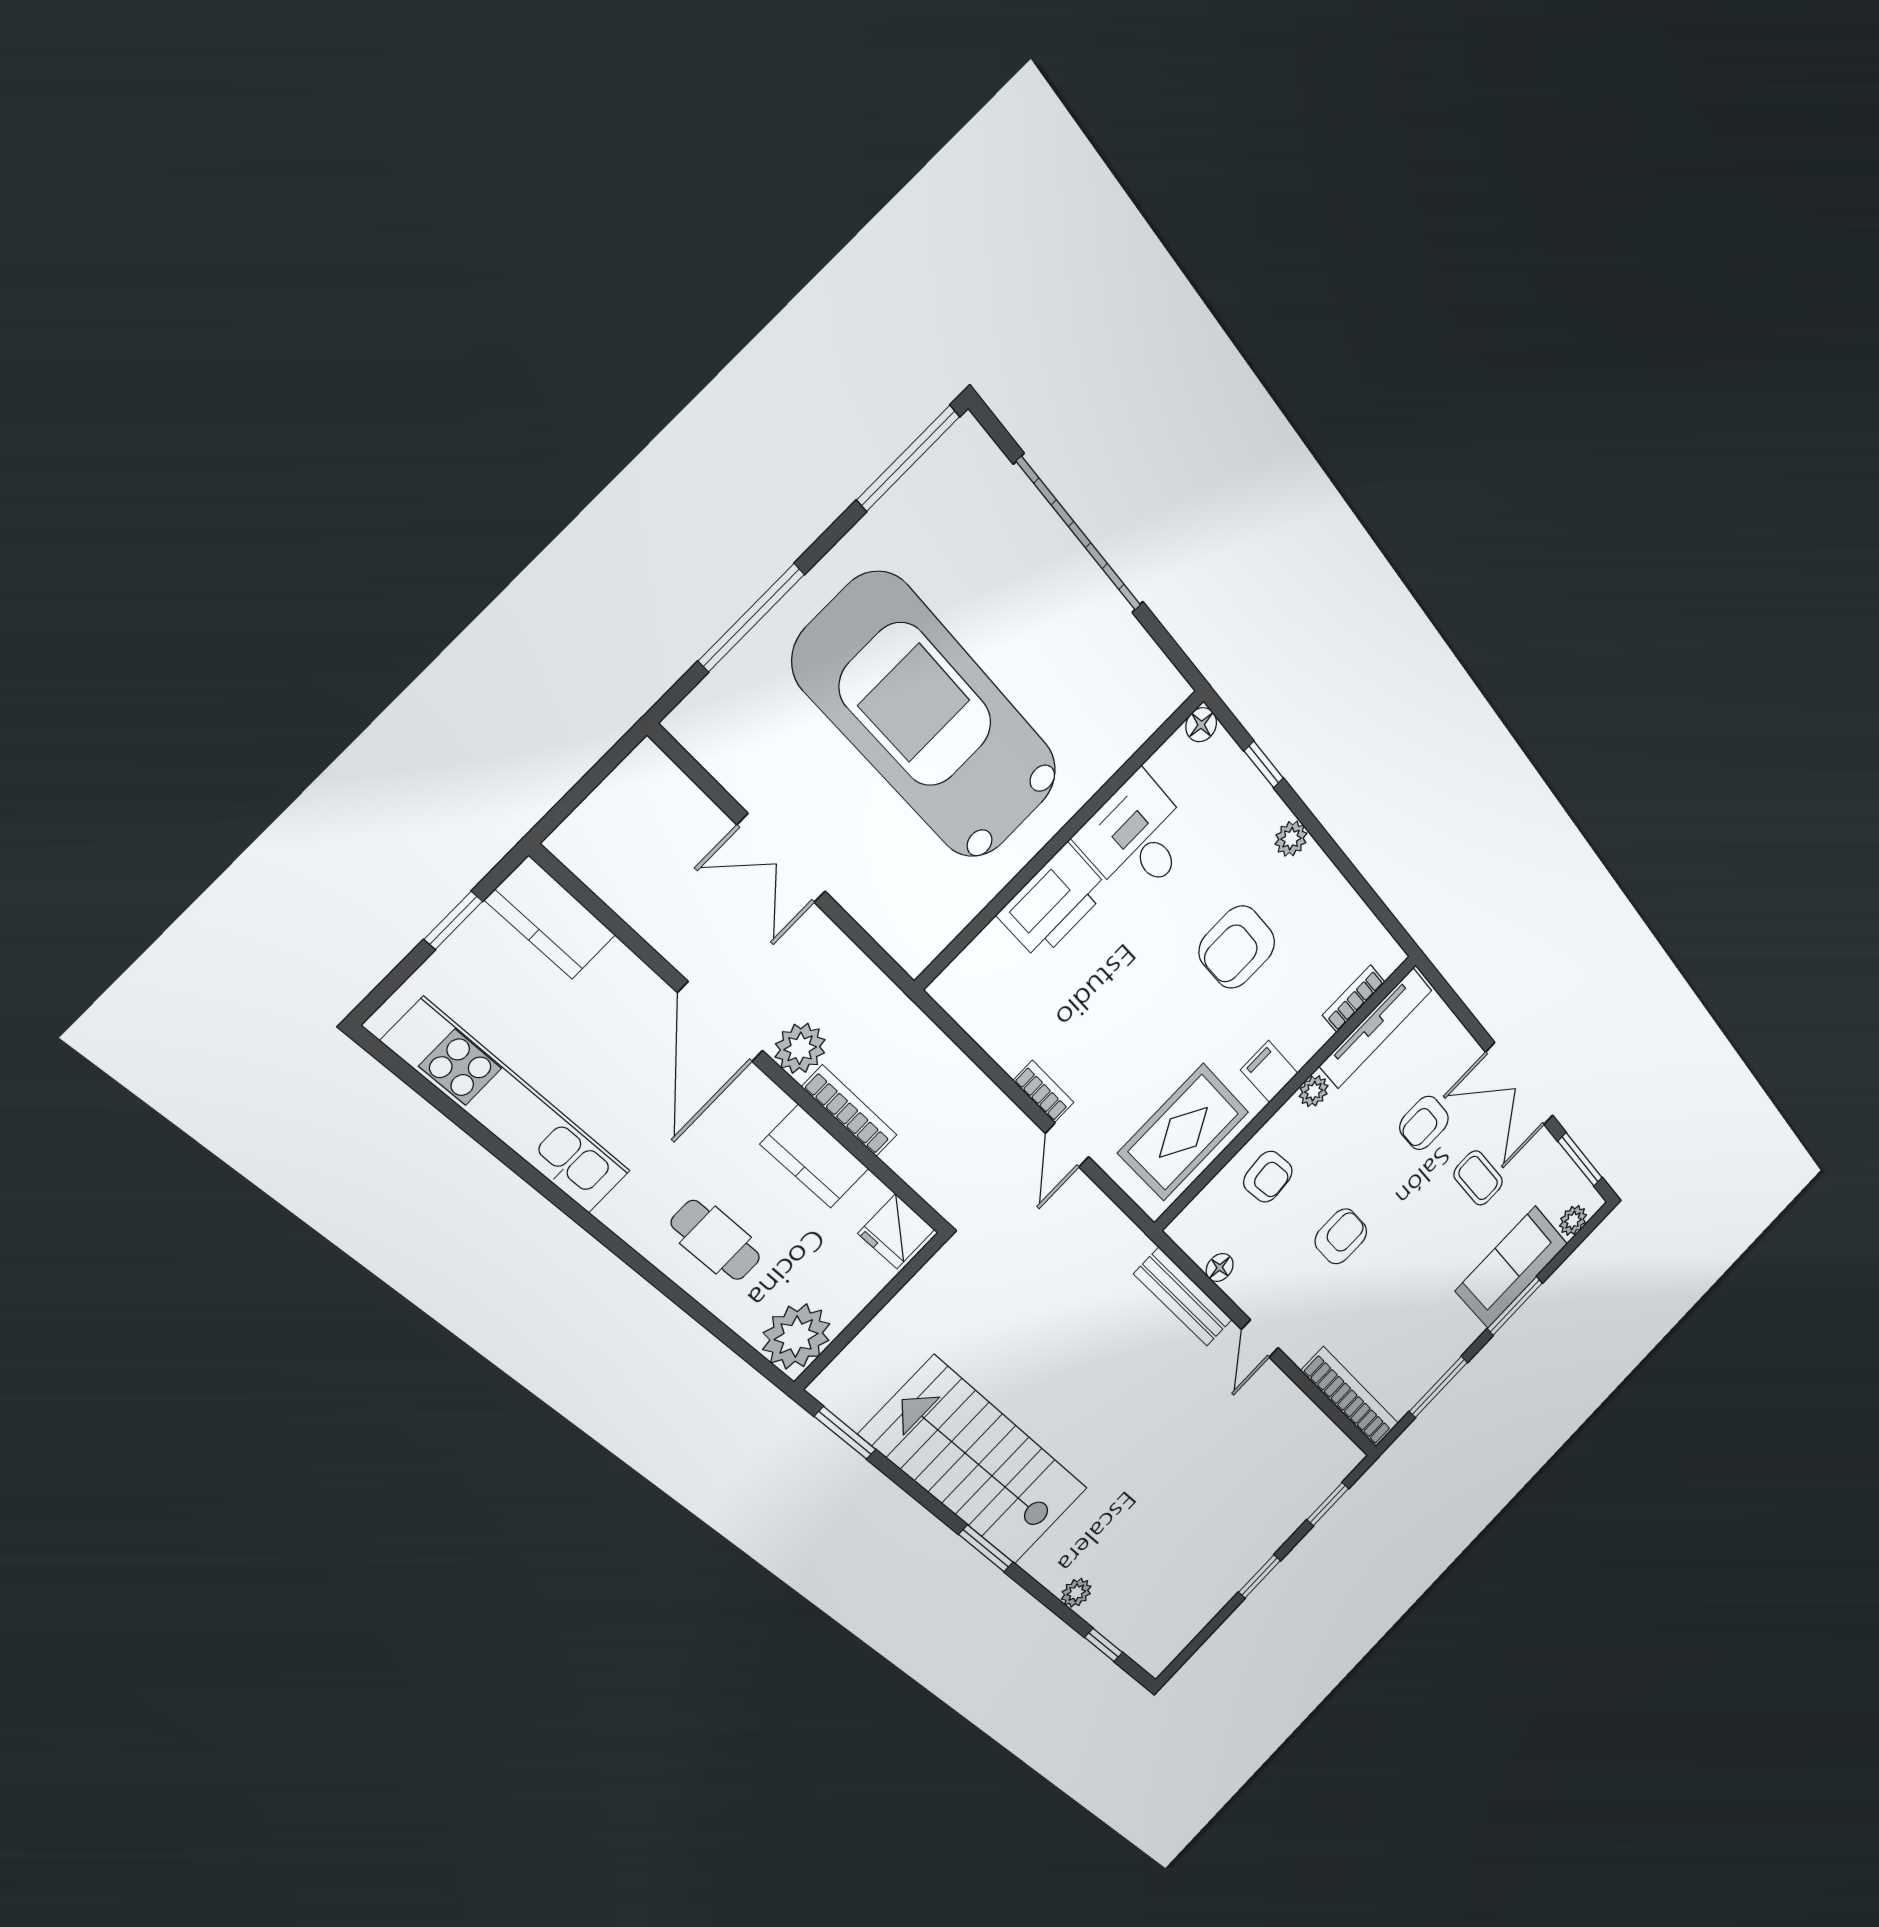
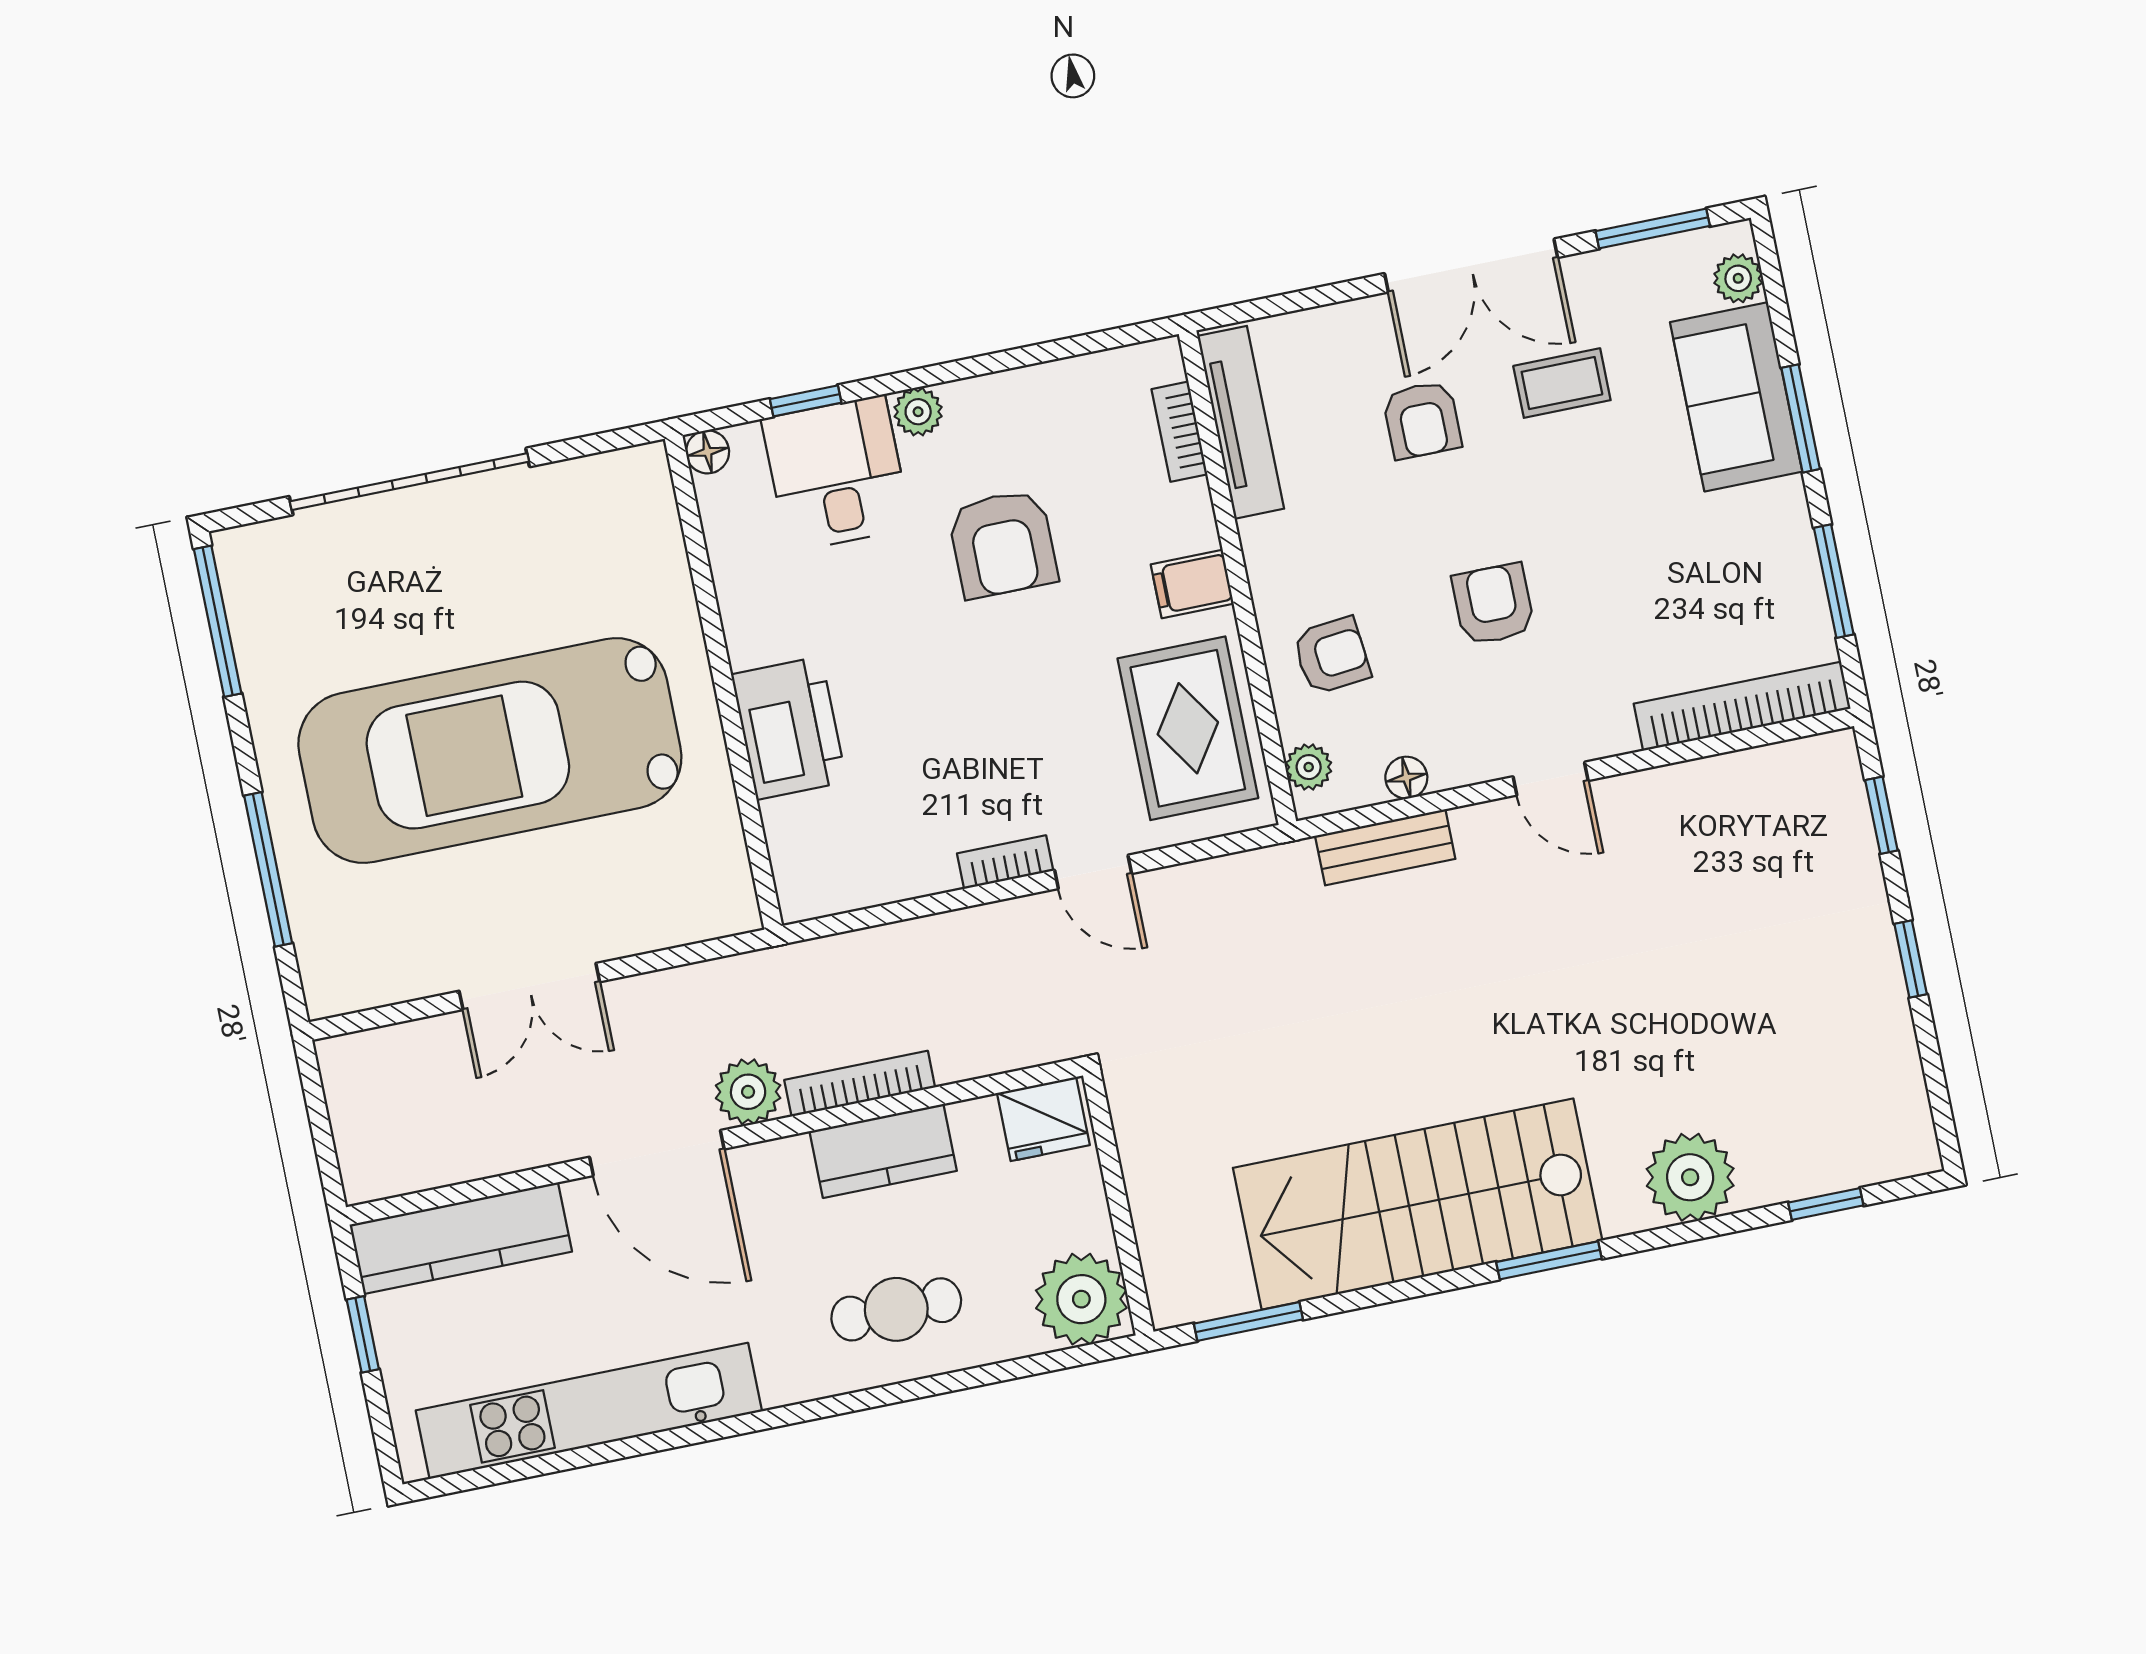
desk: (1137, 838) -> (836, 474), moved, turned 90
kitchen counter: (551, 918) -> (461, 1238), width x1.50
plant: (1314, 1091) -> (1309, 767), moved
bench: (1183, 1297) -> (1385, 847), width x0.73
plant: (1076, 1593) -> (1690, 1177), width x1.88, depth x1.88

